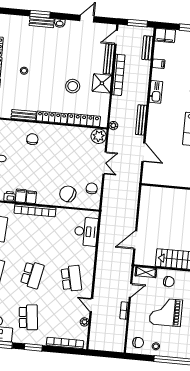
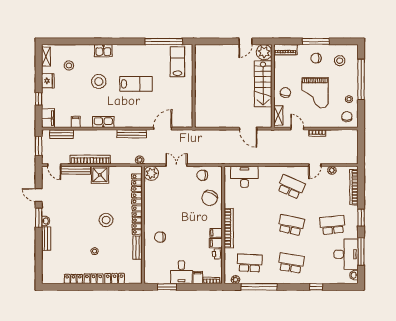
window: (40, 14) -> (39, 218), moved
stool: (73, 86) -> (106, 220), moved
school desk: (71, 278) -> (291, 187), turned 36

